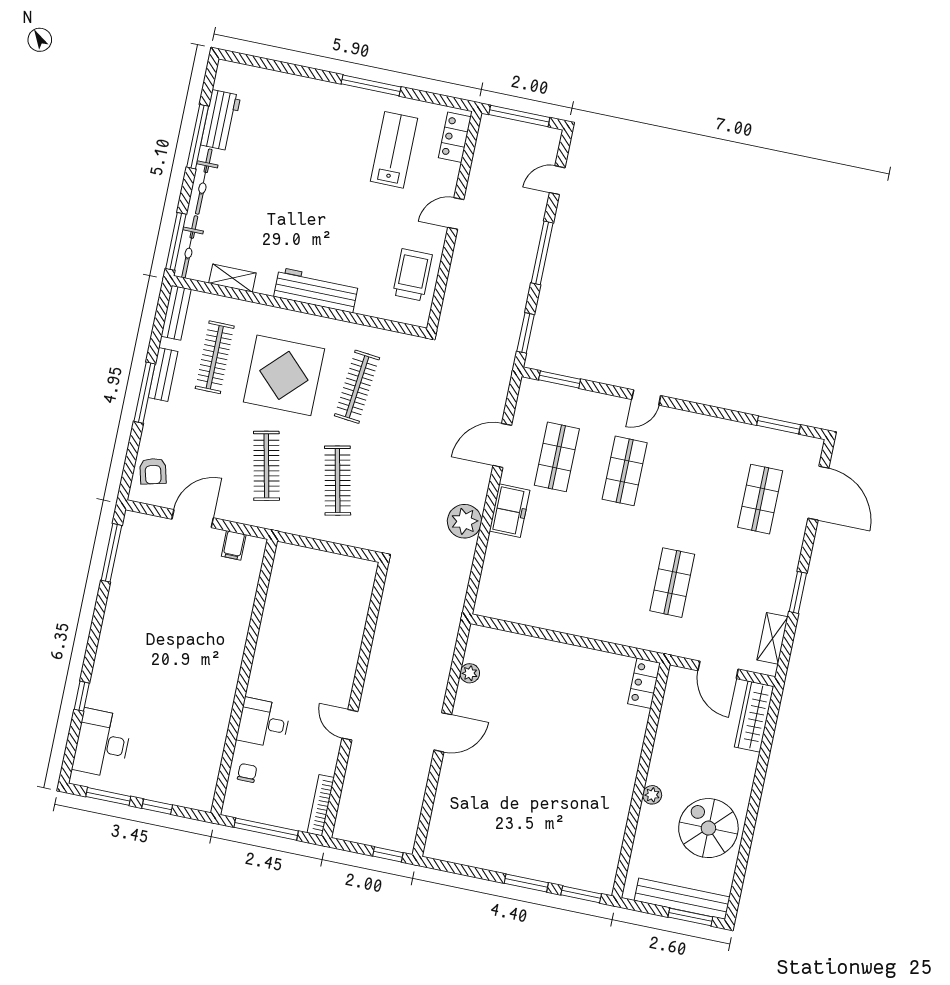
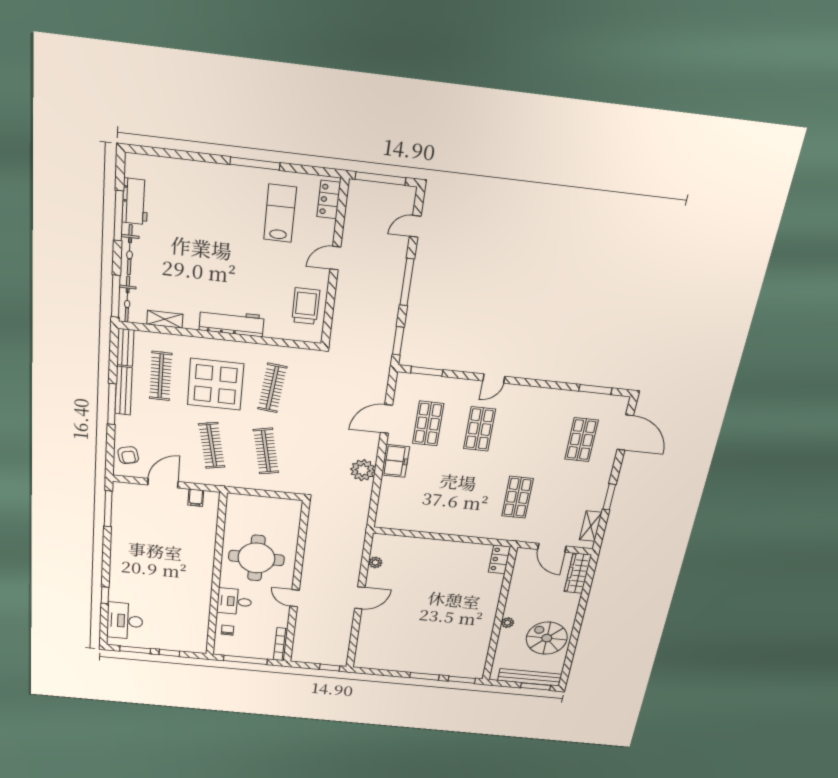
bench: (163, 375) -> (123, 391), width x1.36
round table: (304, 651) -> (256, 558), added

